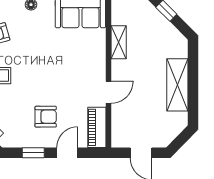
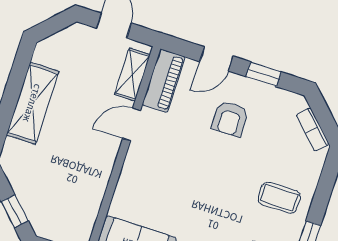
shelving: (119, 42) -> (132, 75), moved
armchair: (46, 117) -> (230, 119), turned -90

